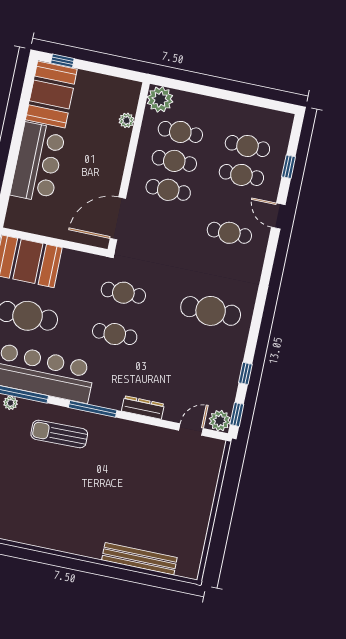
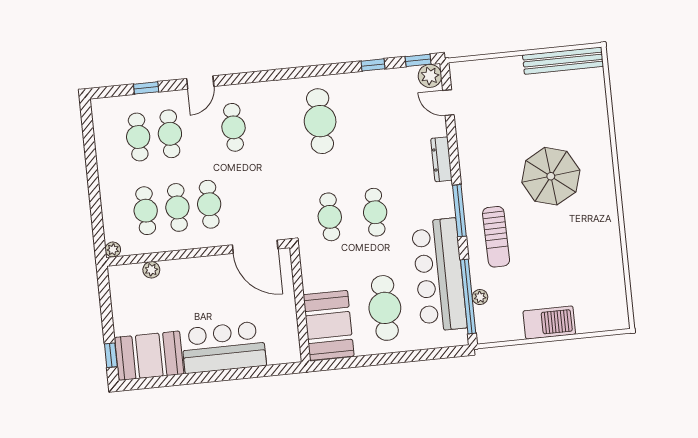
plant: (160, 99) -> (113, 250), width x0.53, depth x0.53
parasol: (97, 499) -> (551, 176), added
bench: (139, 559) -> (563, 61), moved, turned 90

